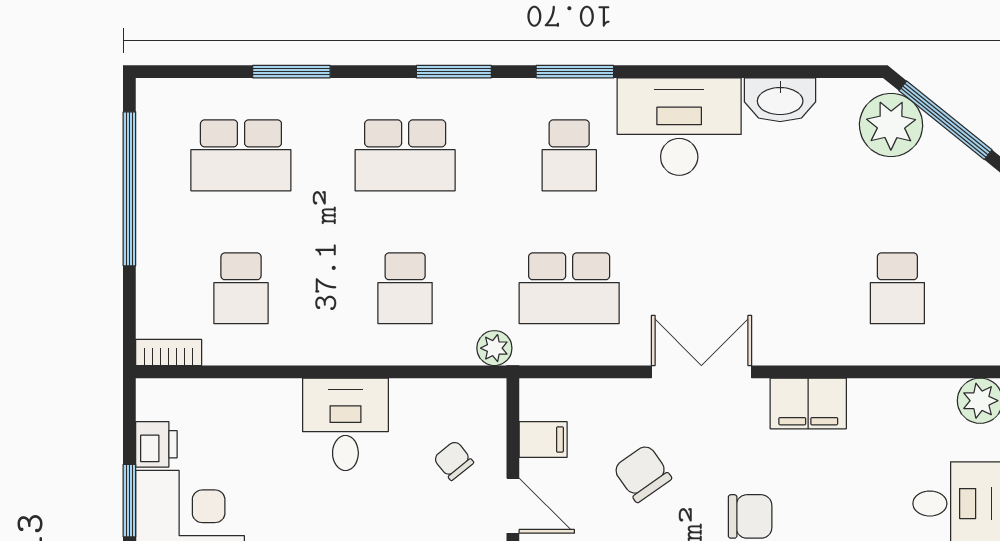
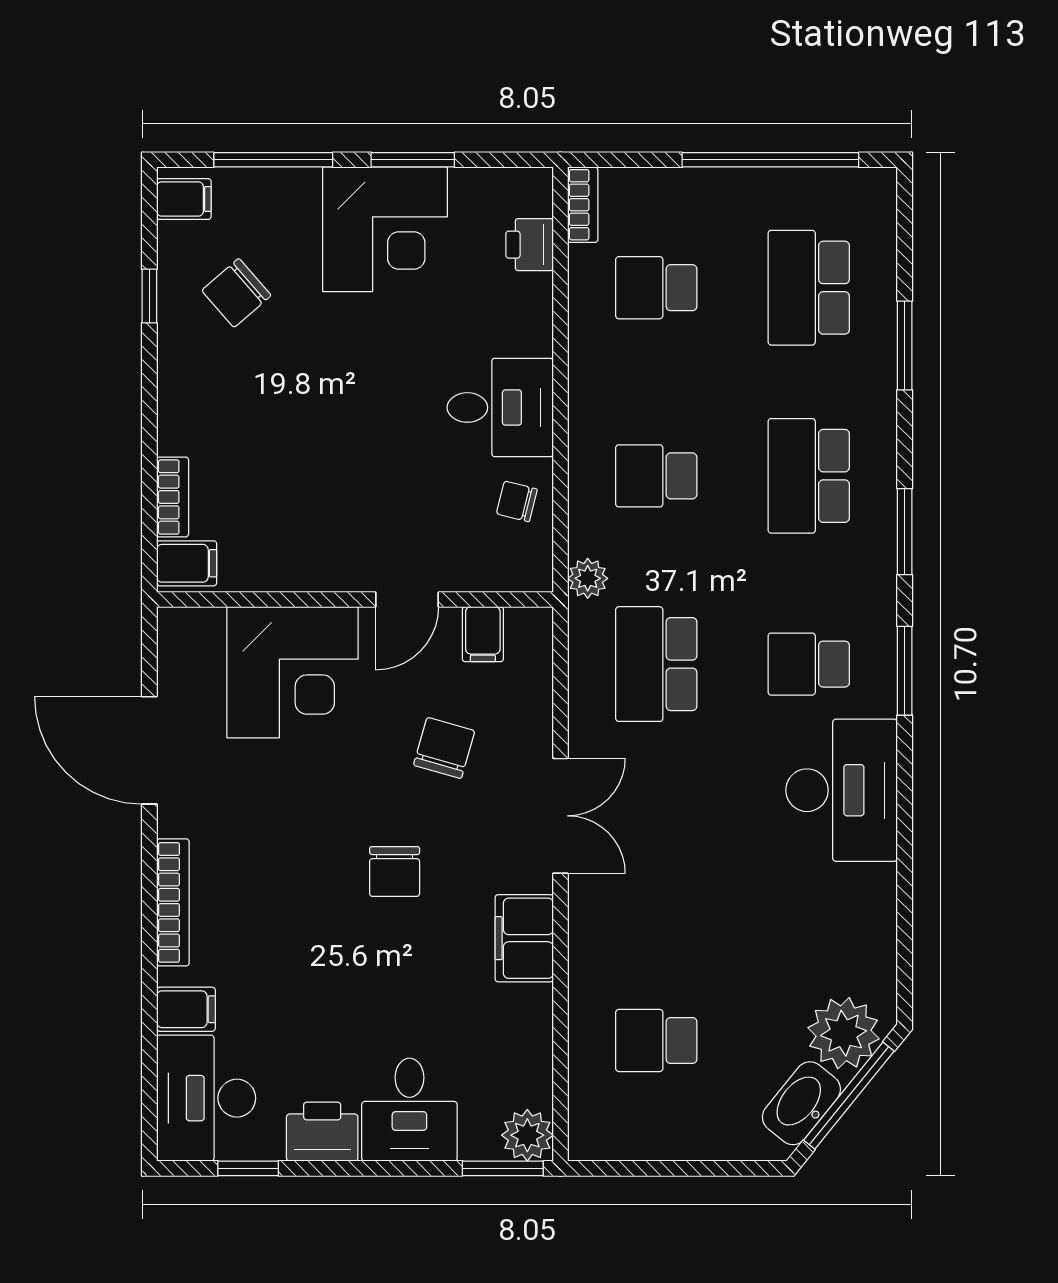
washbasin: (780, 100) -> (801, 1103), moved, turned 39
printer: (156, 444) -> (530, 245), moved, turned 90
chair: (453, 460) -> (517, 501), moved, turned -127
chair: (642, 473) -> (444, 748), turned -39

